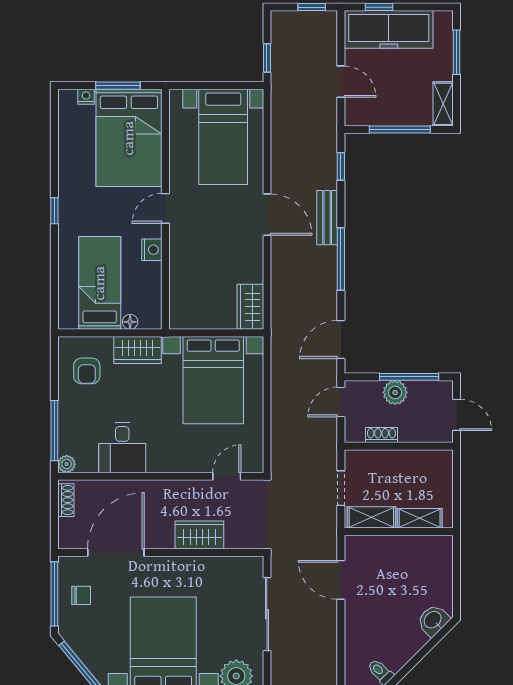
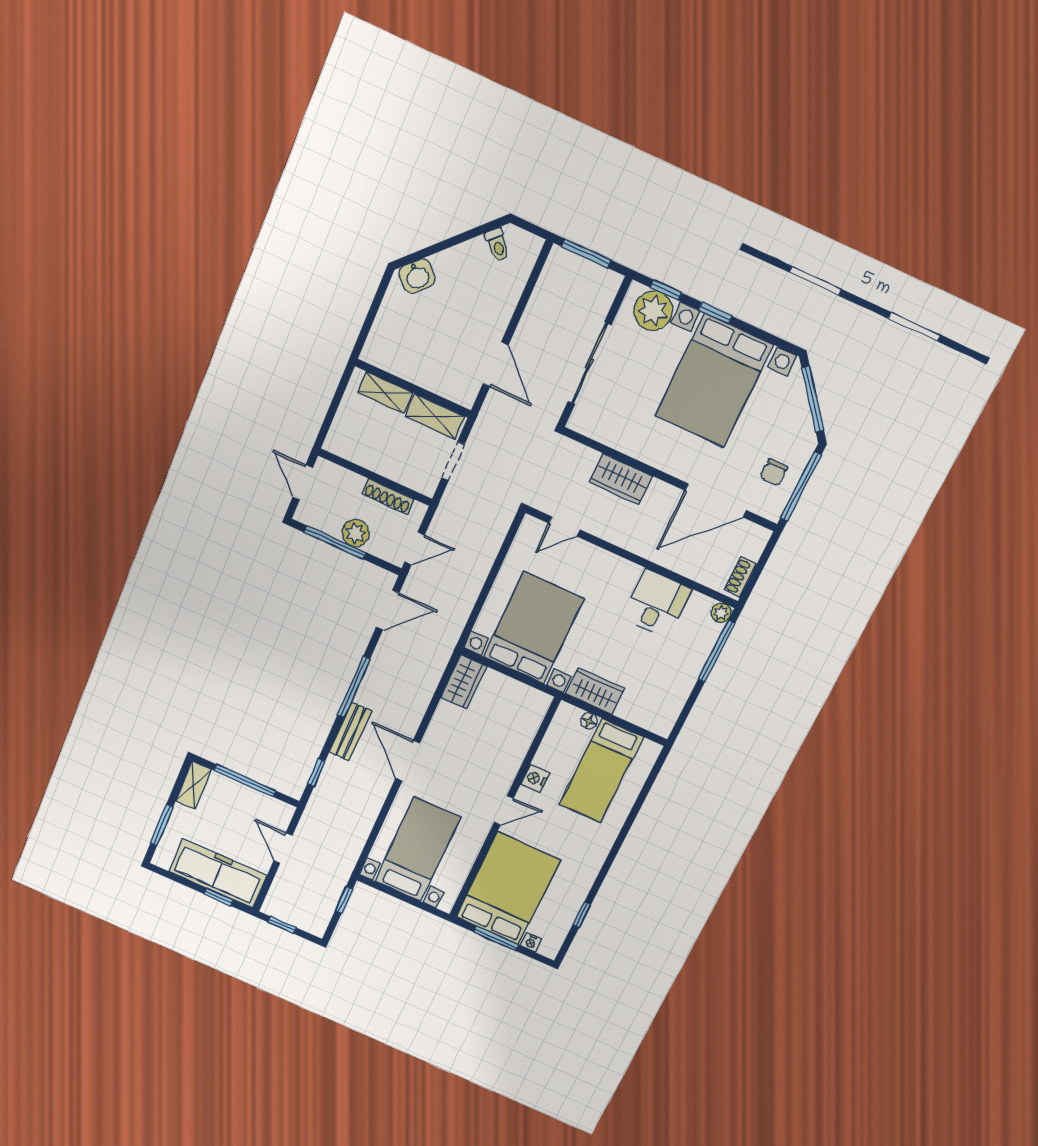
window: (54, 211) -> (582, 915), moved
armchair: (87, 371) -> (655, 694), removed
shoe rack: (381, 435) -> (388, 497), width x1.43
chair: (81, 595) -> (774, 472), turned -90

